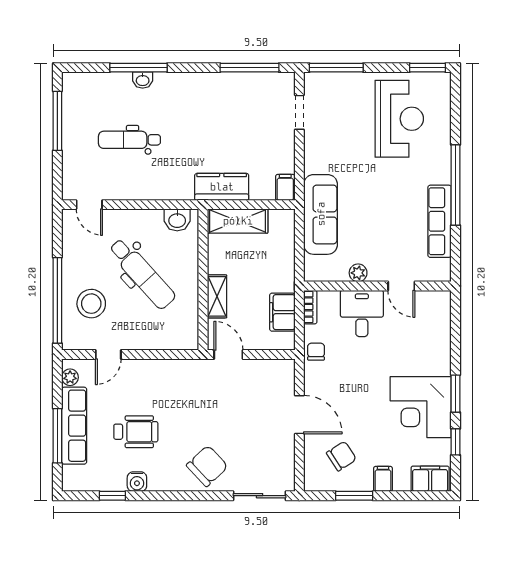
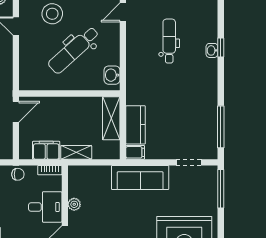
window: (139, 68) -> (221, 48), width x0.46
kitchen counter: (222, 187) -> (136, 125), moved
sofa: (321, 214) -> (140, 177), moved
shelving: (217, 296) -> (76, 152), moved

